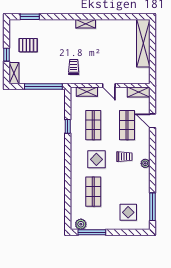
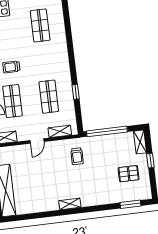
door: (109, 85) -> (37, 141), swing flipped
display table: (96, 159) -> (41, 60), removed

